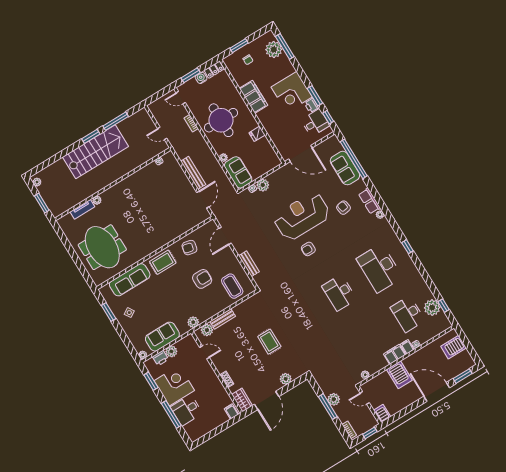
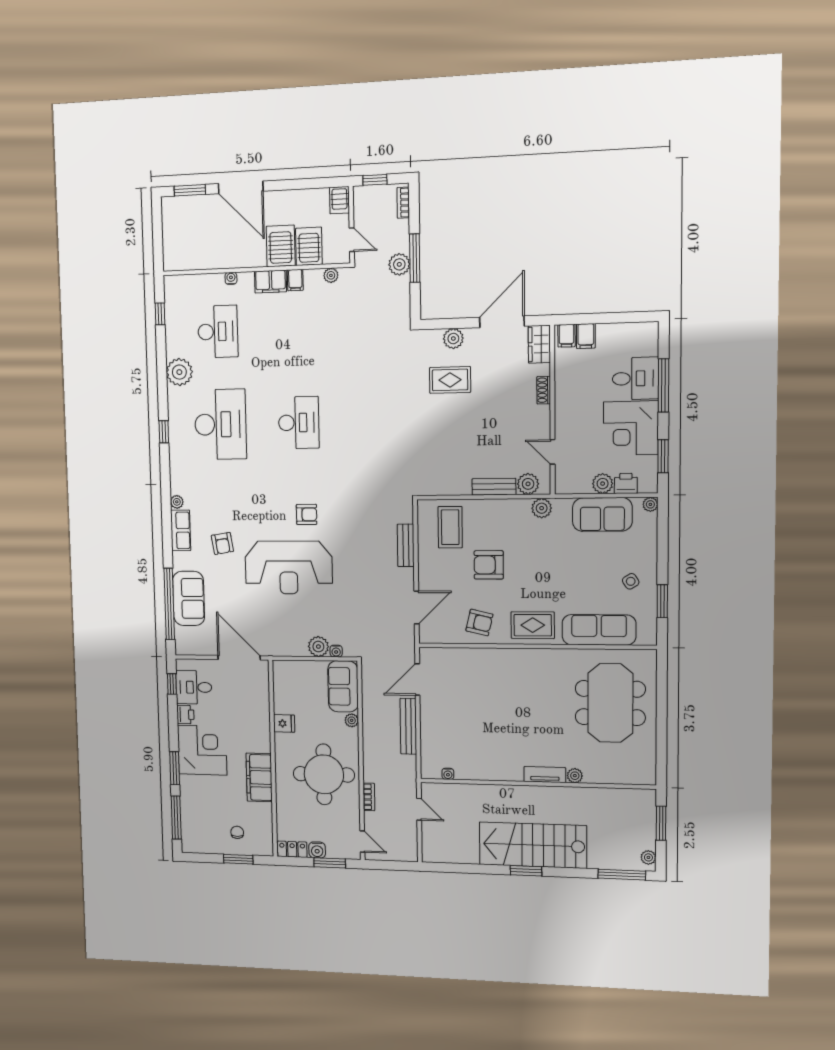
plant: (274, 49) -> (194, 823), removed
window: (315, 96) -> (175, 768), moved
window: (116, 121) -> (622, 875), moved
tv unit: (82, 209) -> (545, 775), moved
plant: (432, 308) -> (179, 372), moved
rug: (269, 342) -> (450, 380), moved, turned 90
filing cabinet: (407, 347) -> (295, 280), moved
server rack: (453, 347) -> (309, 246), moved, turned -90
filing cabinet: (222, 417) -> (586, 336), added

